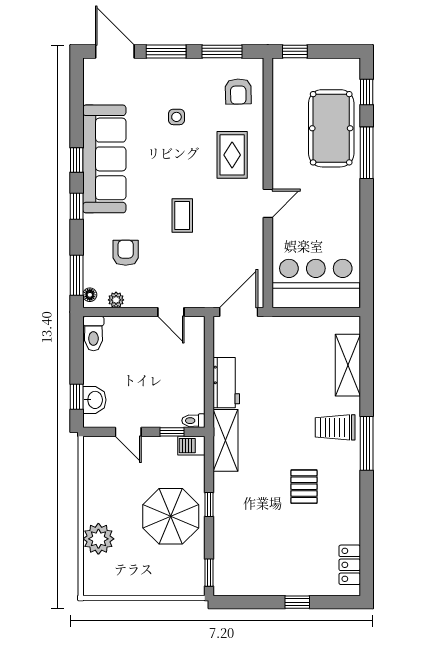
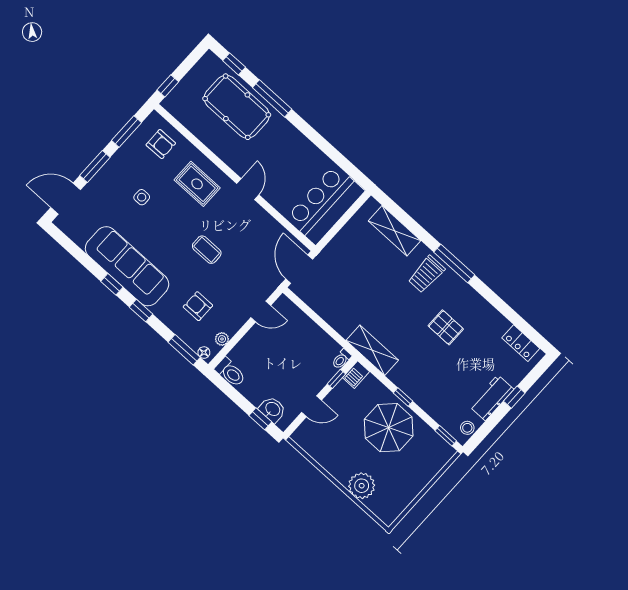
workbench: (226, 383) -> (491, 398), moved, turned -90
stool: (233, 585) -> (467, 428), added

